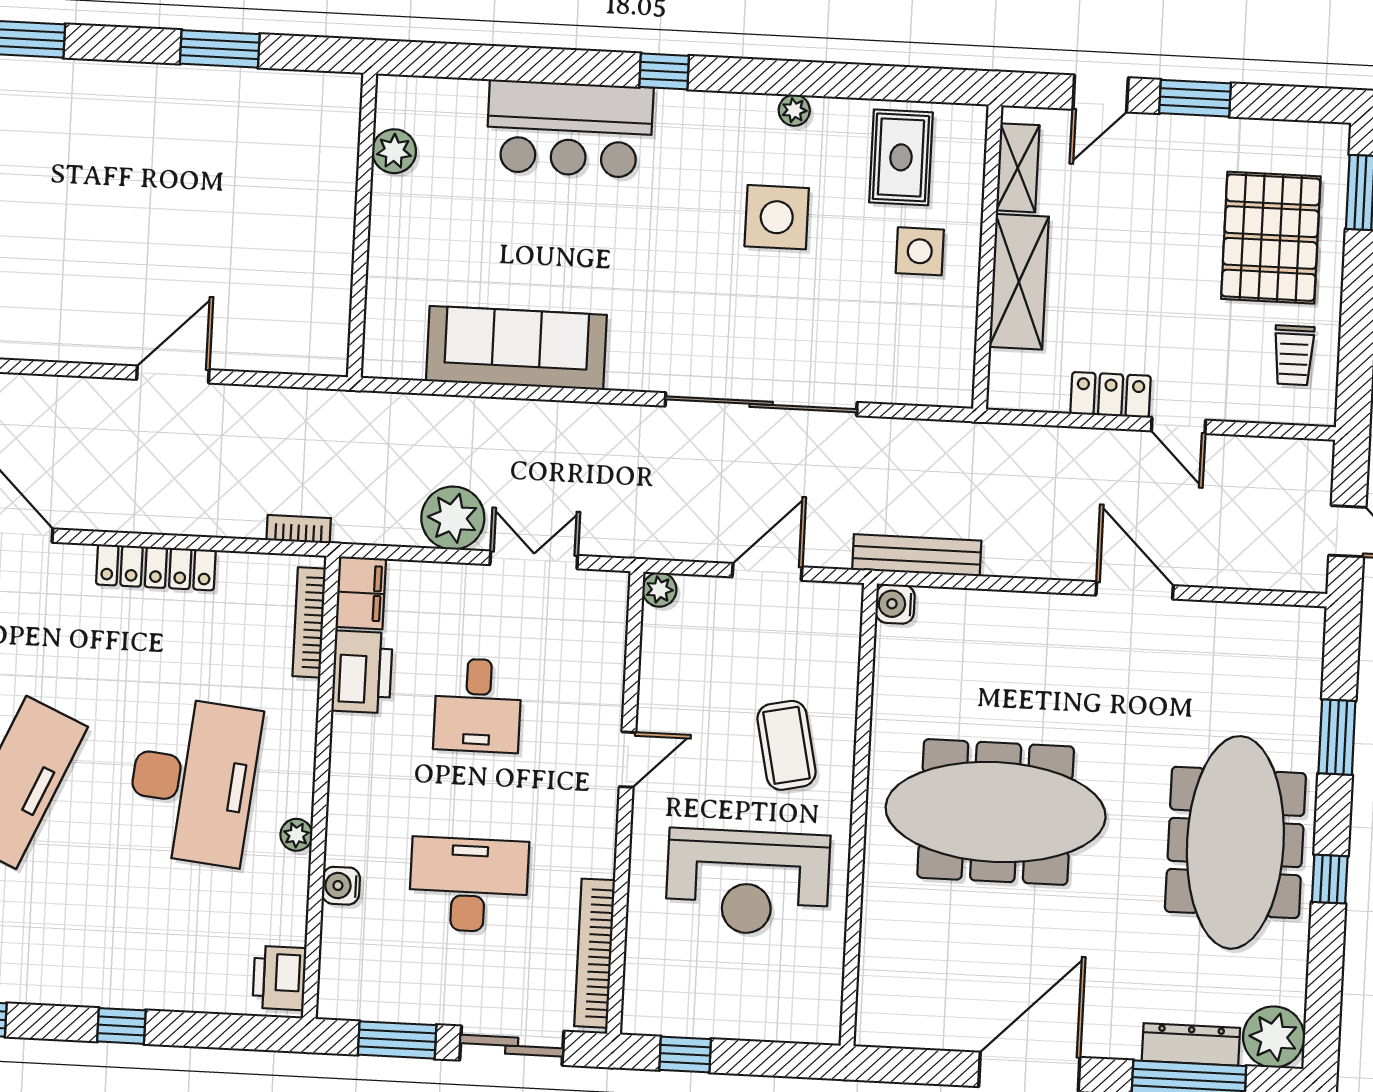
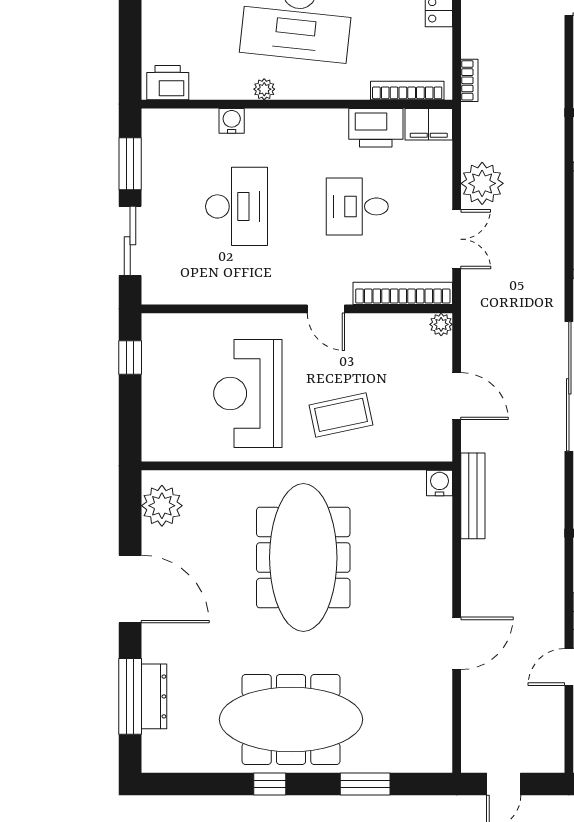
bookcase: (595, 953) -> (403, 293), moved
plant: (1274, 1037) -> (162, 506), moved

